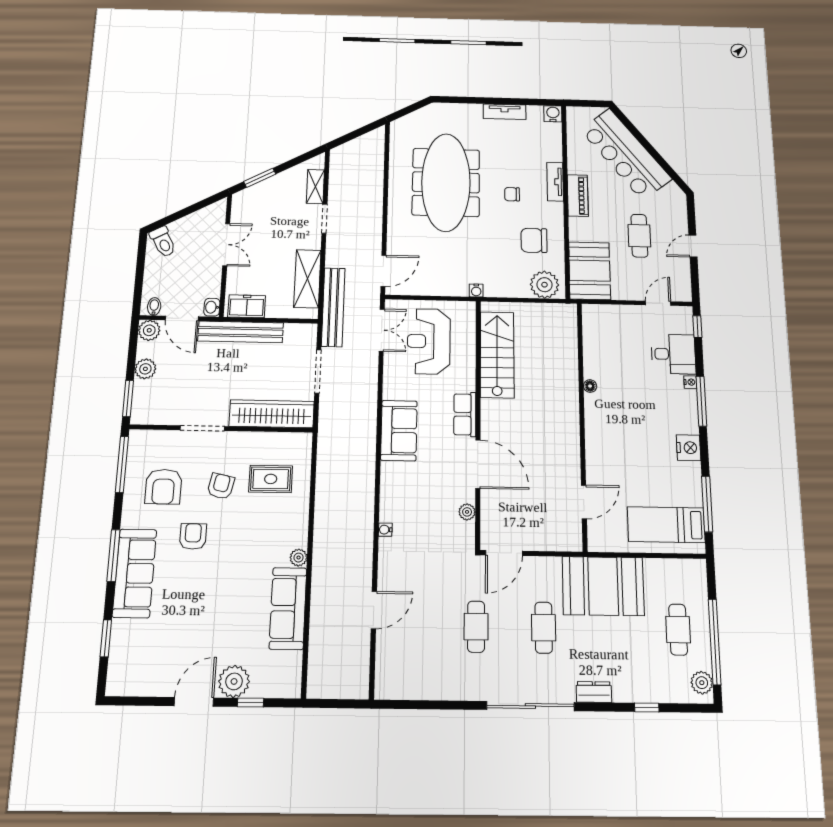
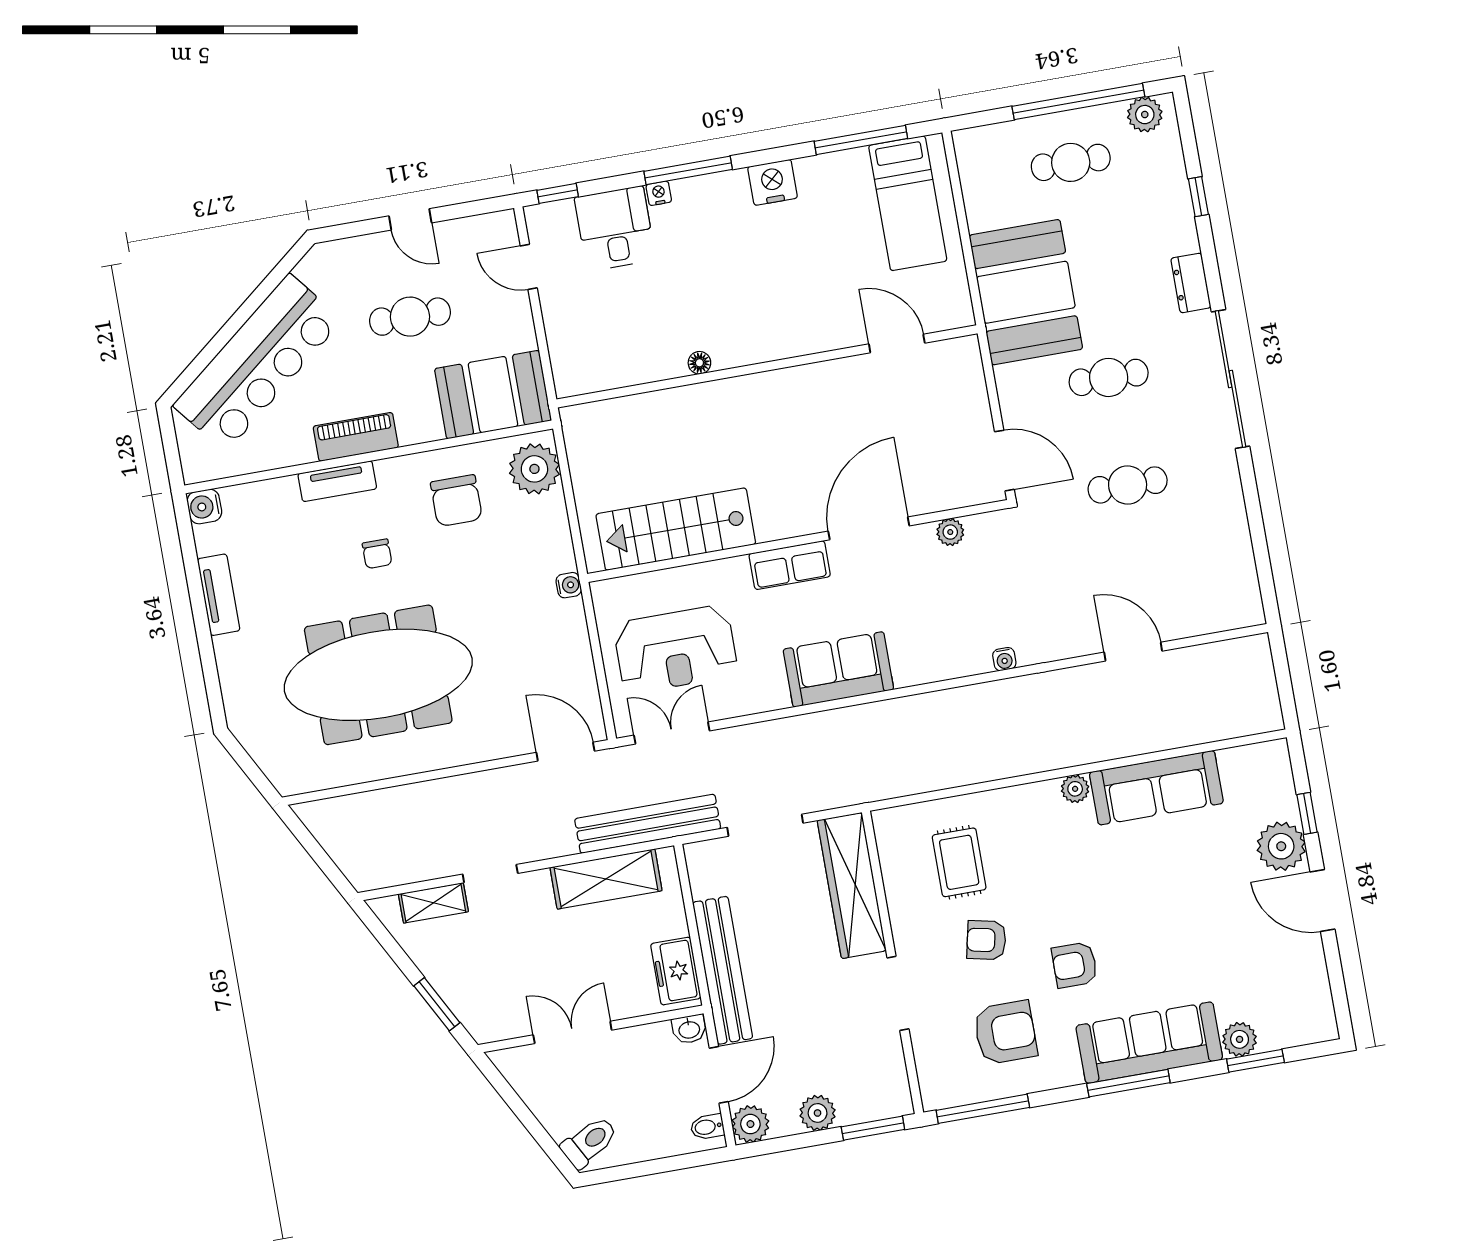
plant: (122, 631) -> (1240, 1039), added

